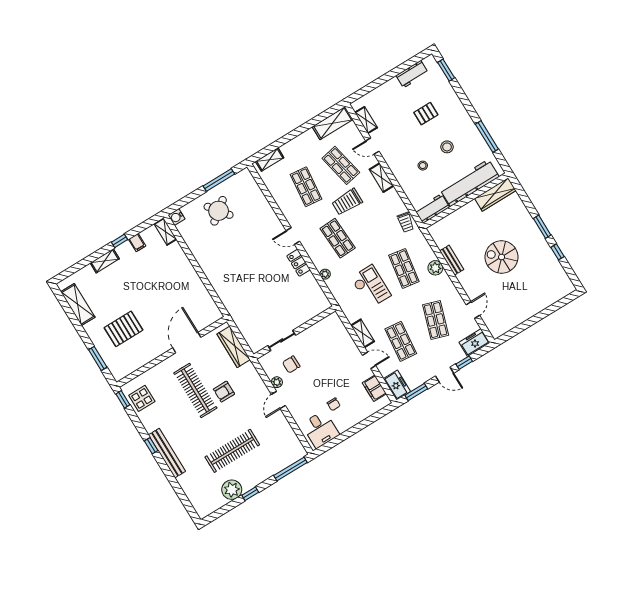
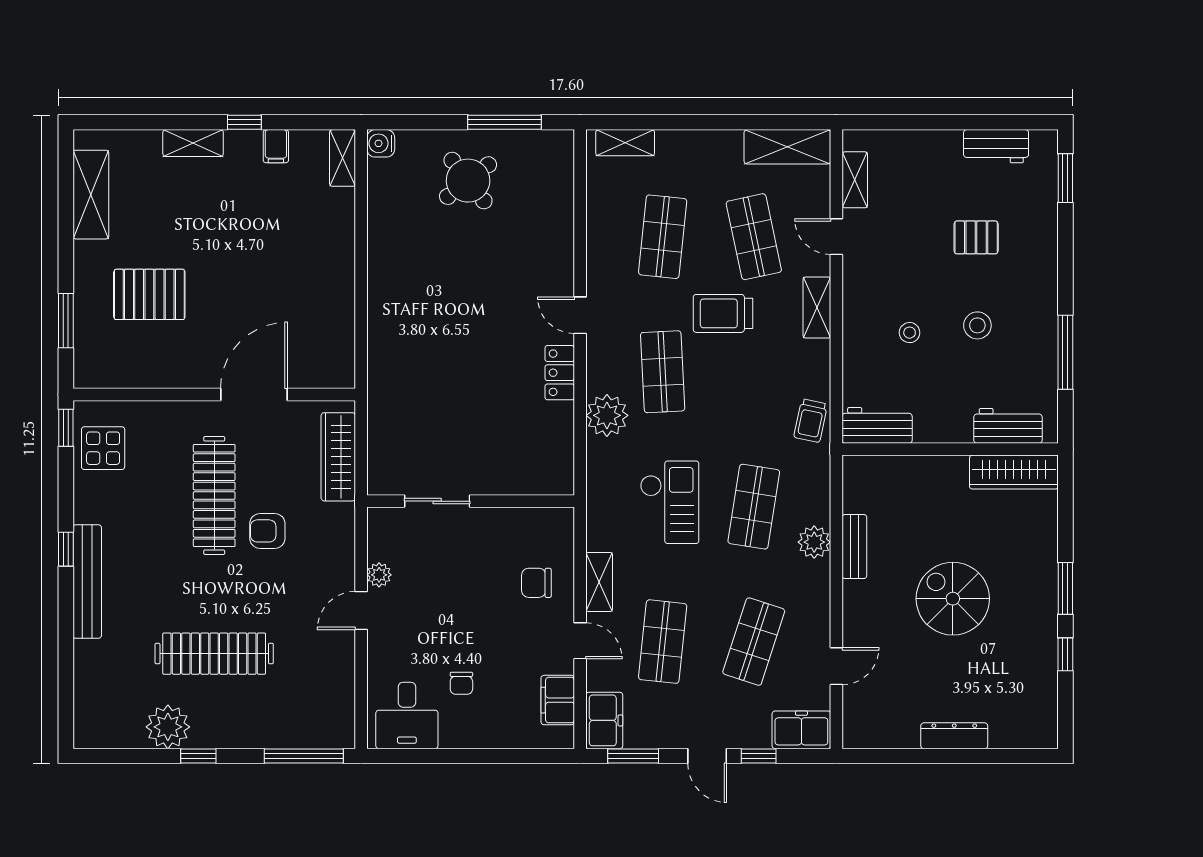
workbench: (469, 183) -> (1008, 426), width x0.53, depth x0.76
plant: (325, 274) -> (607, 415), width x1.87, depth x1.87
dresser: (534, 309) -> (954, 736), added
chair: (291, 364) -> (536, 583), moved

